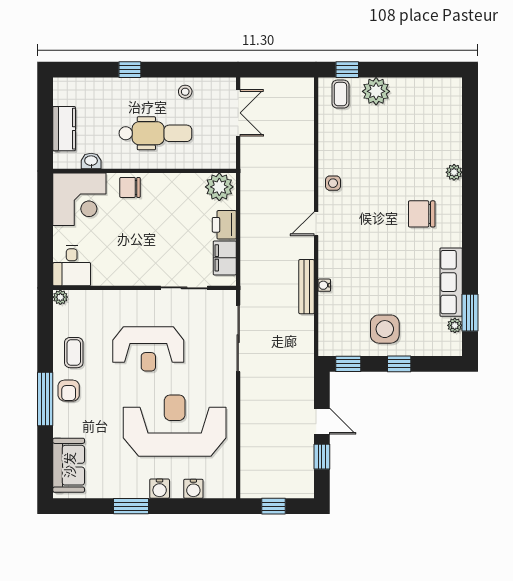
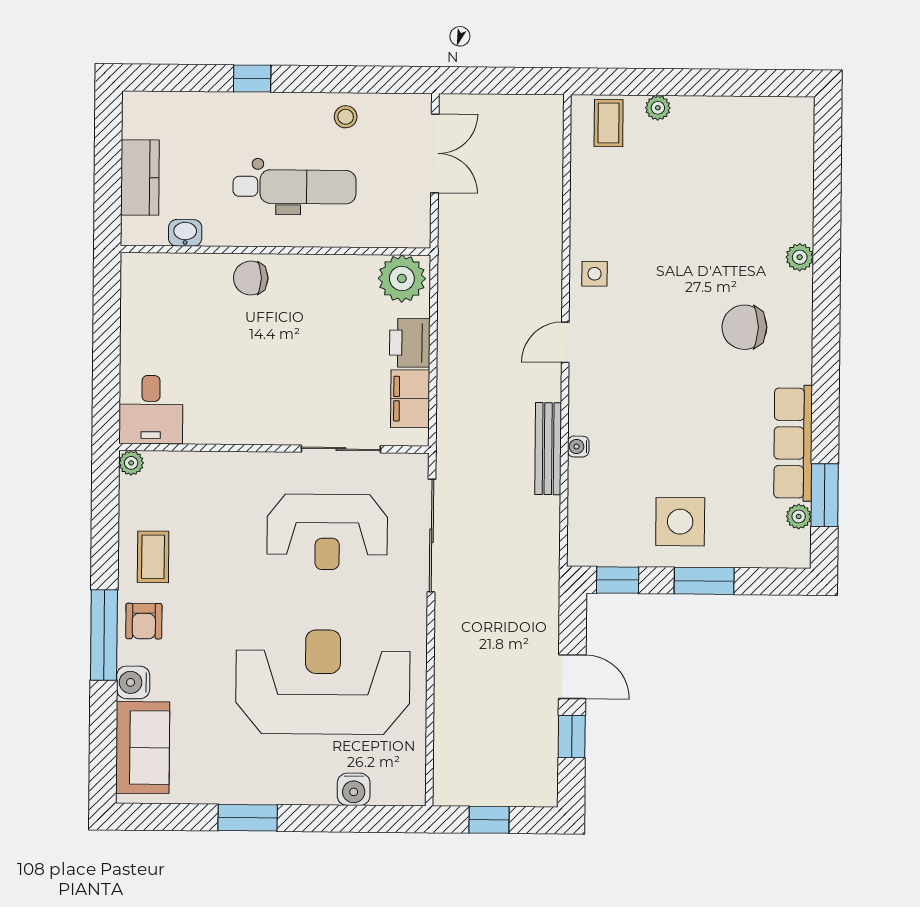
window: (347, 70) -> (620, 82), removed
plant: (376, 91) -> (658, 108), width x0.53, depth x0.53
corner desk: (79, 199) -> (165, 297), removed
reception desk: (148, 349) -> (327, 532), moved
window: (399, 364) -> (704, 581), width x1.50
water cooler: (160, 489) -> (133, 682), moved, turned 90

